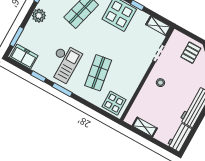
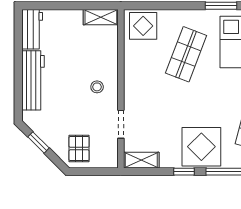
shop shelf: (98, 73) -> (186, 54), turned 30
shelving: (145, 127) -> (101, 17), moved

